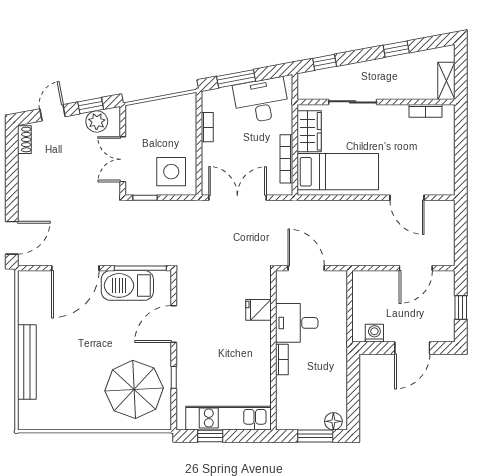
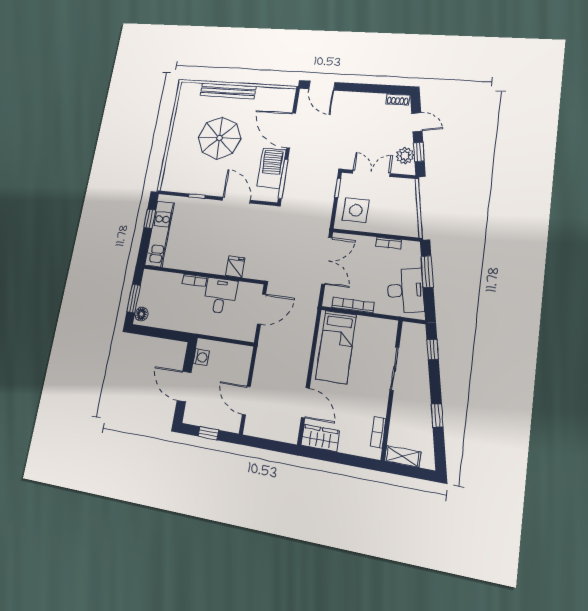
wardrobe: (309, 131) -> (320, 438), moved, turned 180
door: (407, 198) -> (305, 403), swing flipped
parasol: (134, 389) -> (219, 138), moved

